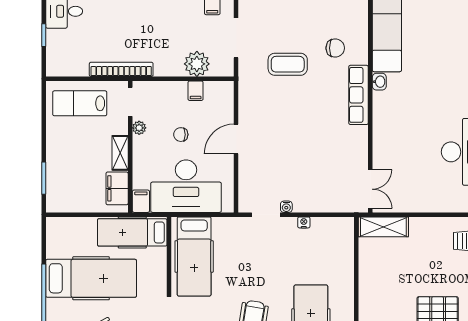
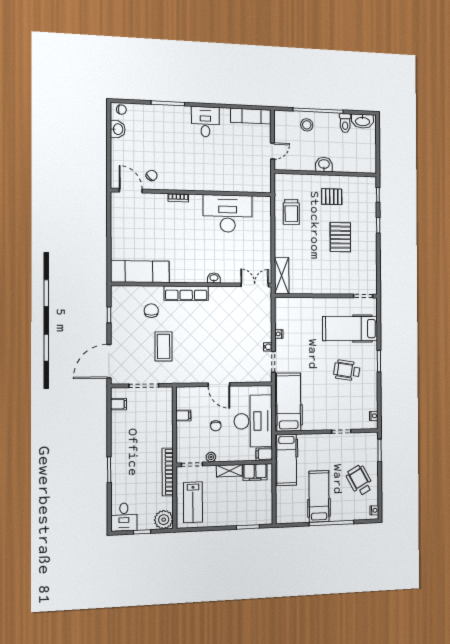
plant: (197, 64) -> (164, 520), moved
washbasin: (379, 82) -> (214, 278), moved
hospital bed: (194, 256) -> (289, 402), moved, turned -90
hospital bed: (91, 278) -> (319, 496), width x0.73, depth x0.78

